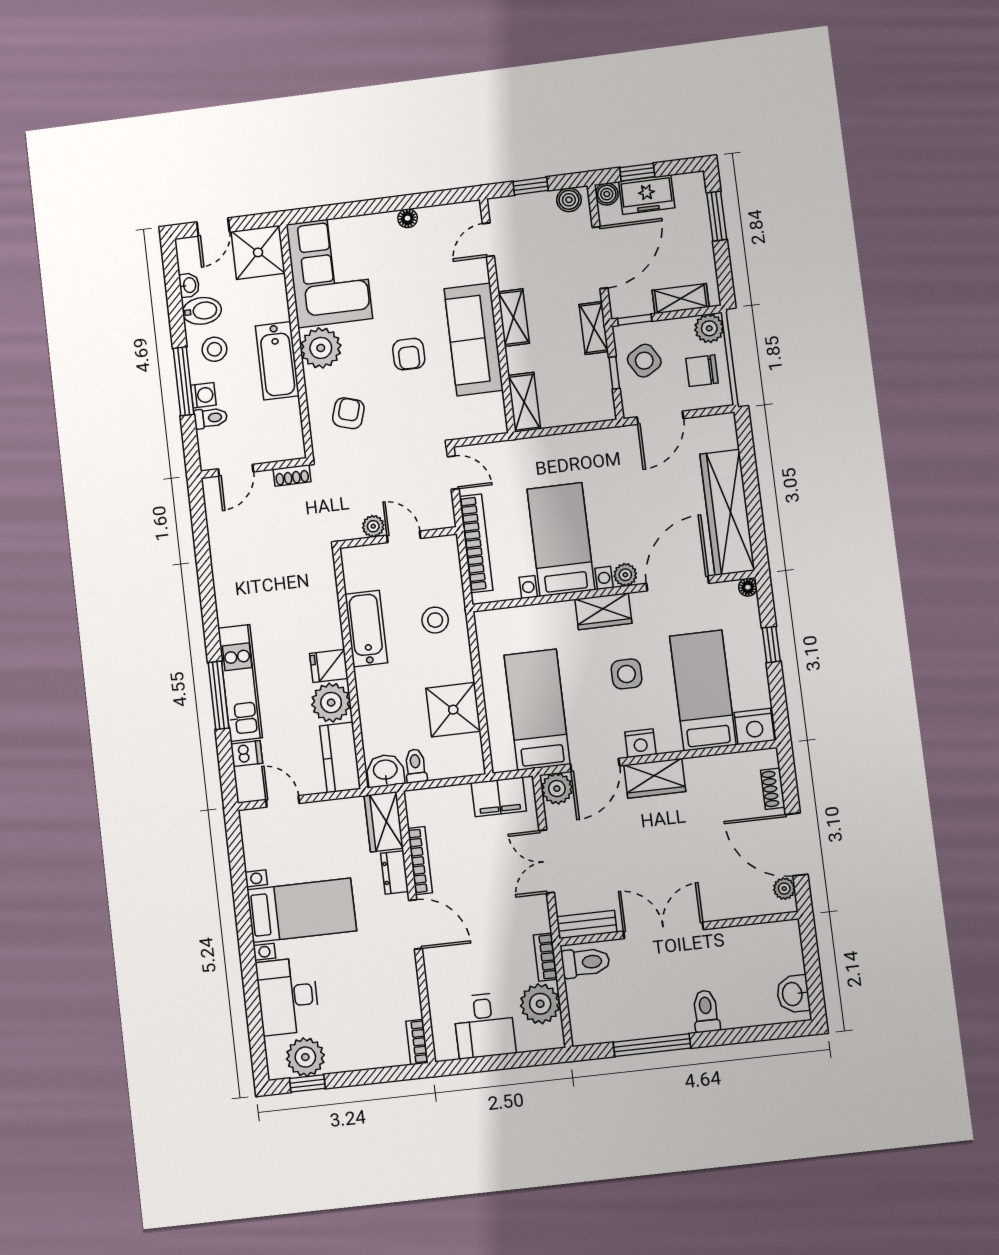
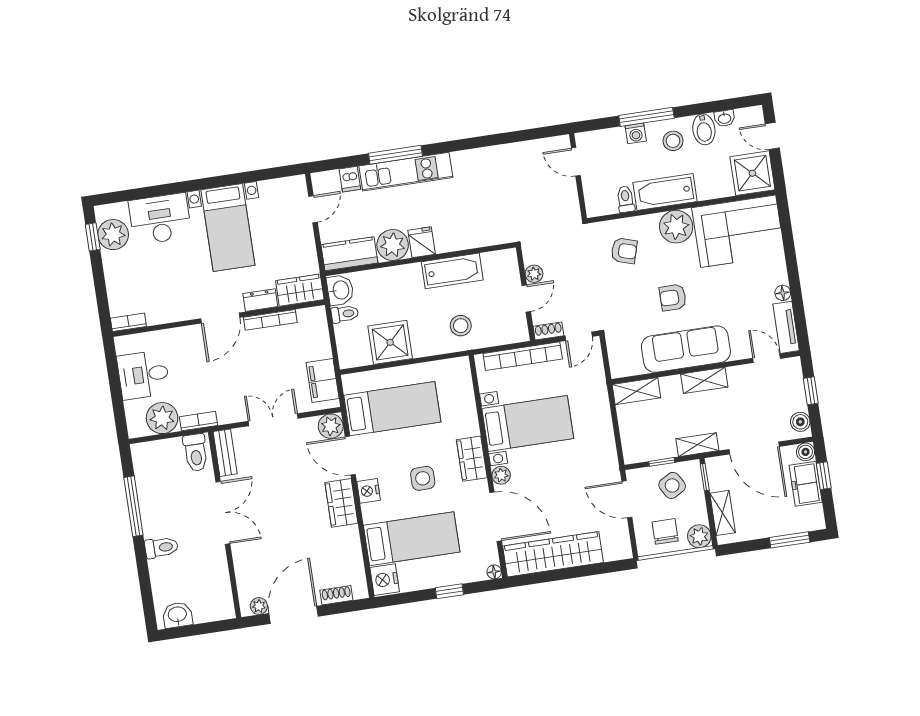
tv unit: (450, 215) -> (786, 327), added
toilet: (211, 418) -> (626, 199), moved, turned 180
shoe rack: (292, 475) -> (548, 331), moved, turned 90

